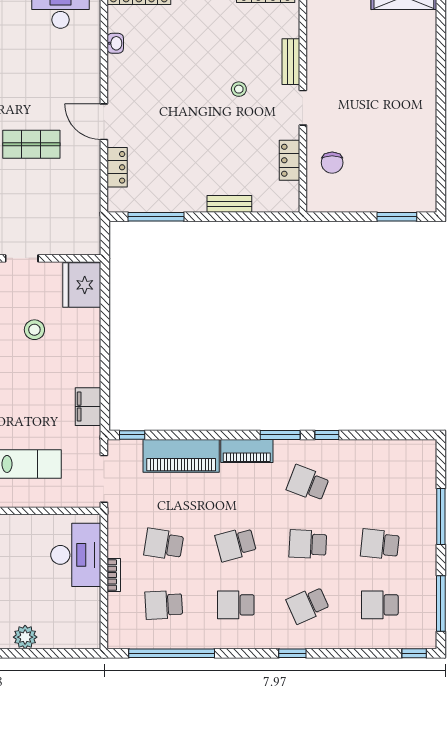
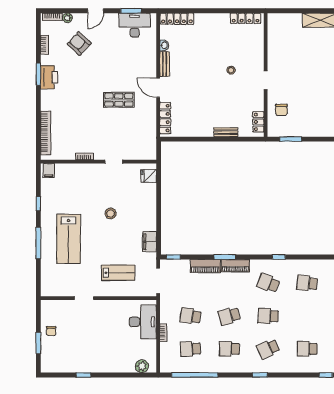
bench: (291, 62) -> (164, 64), moved
locker: (289, 160) -> (258, 122), moved
locker: (117, 167) -> (165, 118), width x1.53
window: (156, 217) -> (186, 139), removed
window: (397, 217) -> (291, 139), moved
fridge: (82, 285) -> (149, 176), width x0.53, depth x0.75
stool: (34, 330) -> (111, 213), moved
window: (280, 435) -> (225, 257), moved
piano: (181, 456) -> (205, 266), width x0.73, depth x0.75
school desk: (380, 544) -> (307, 283), moved
plant: (25, 637) -> (142, 366), moved

